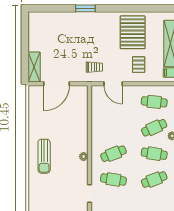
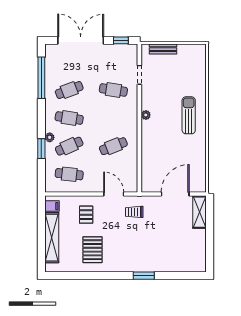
pallet: (133, 32) -> (93, 250), width x0.73, depth x0.71
cafe table: (113, 154) -> (113, 146), moved

